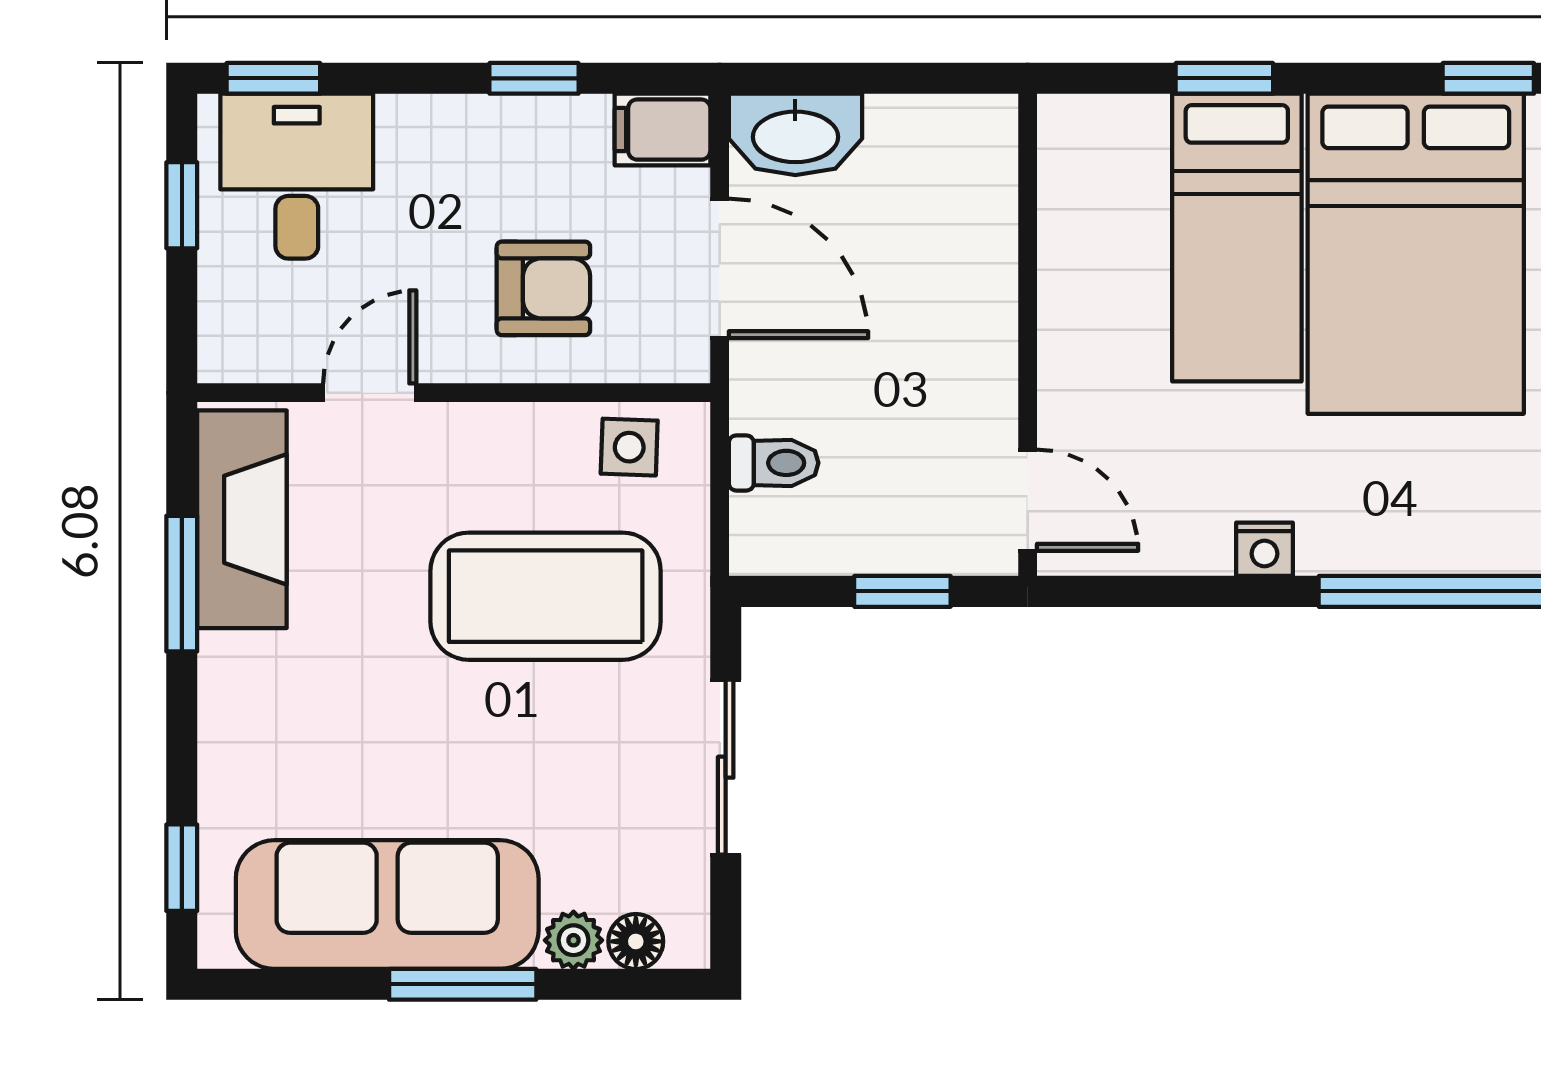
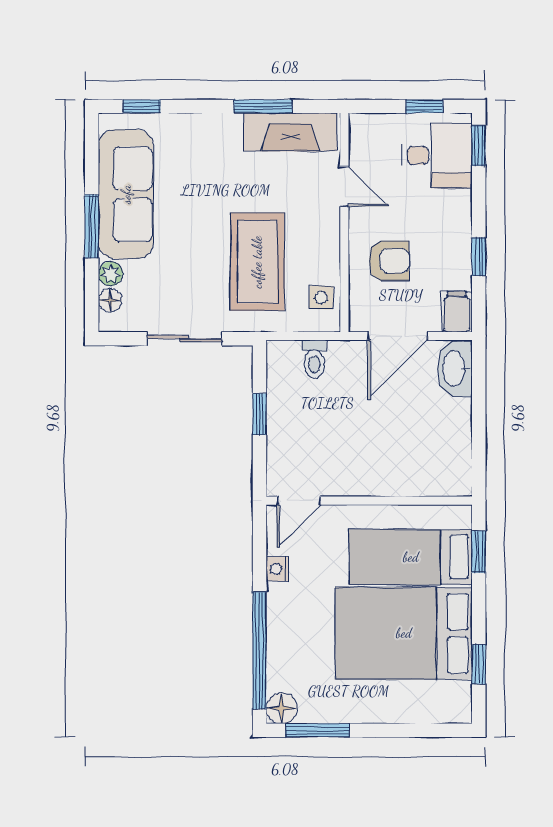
armchair: (543, 288) -> (389, 261), turned -90
wall: (1028, 335) -> (369, 501), moved
door: (1028, 500) -> (299, 501), moved

